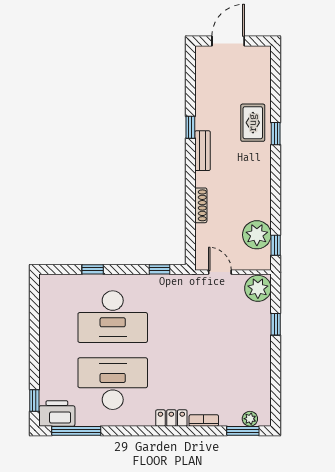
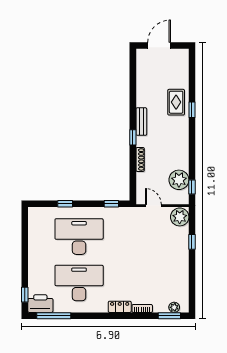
window: (190, 127) -> (133, 137), moved
desk: (113, 317) -> (79, 237), turned 180

